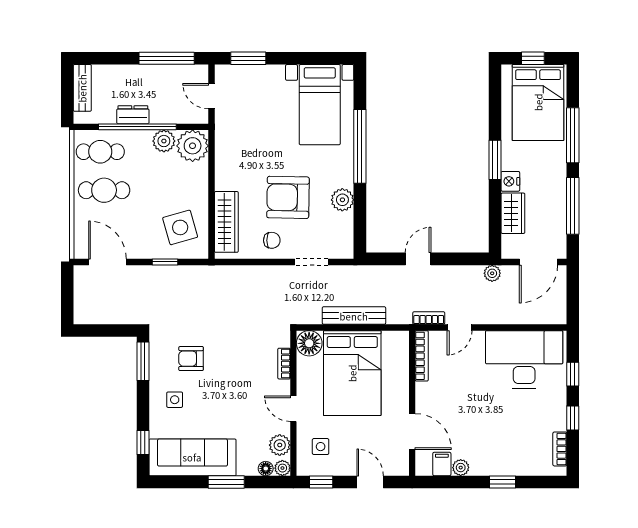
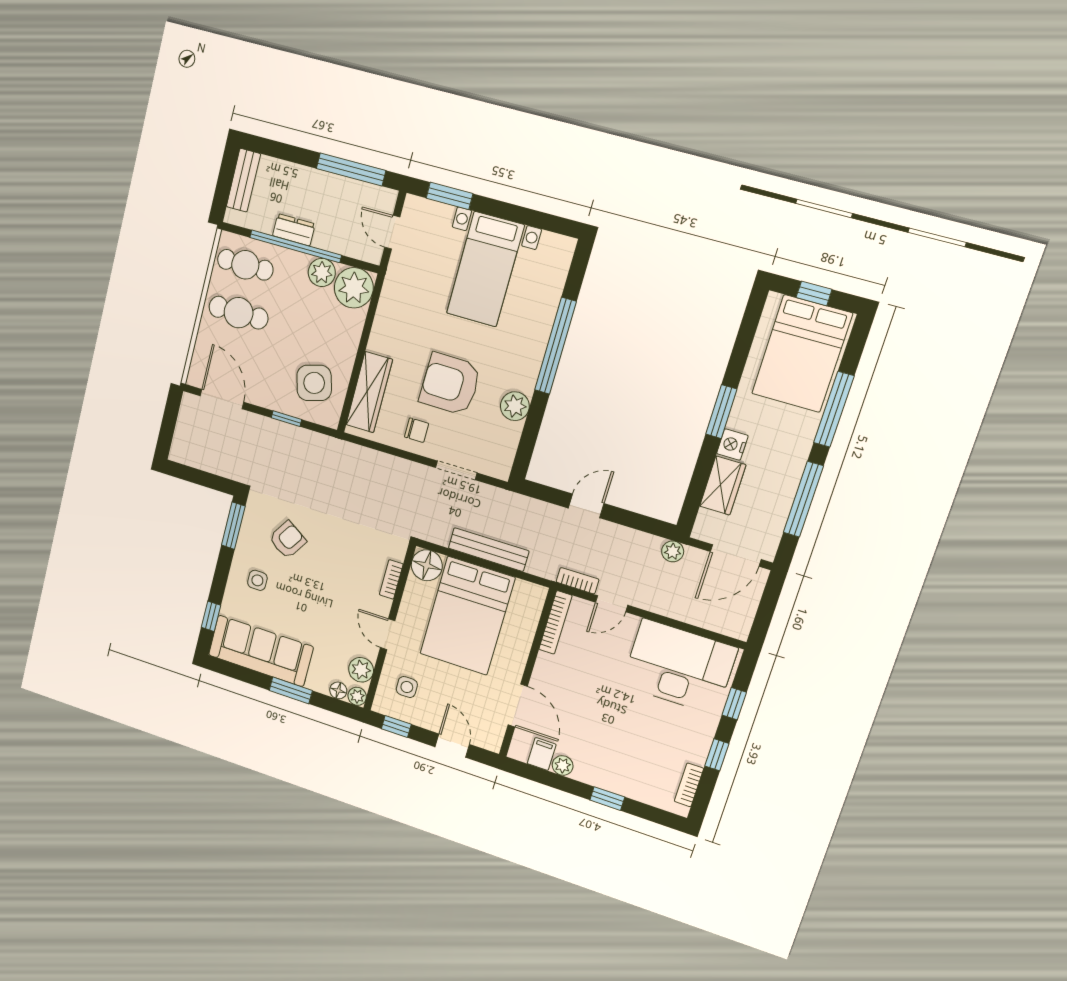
bed with nightstands: (320, 105) -> (485, 269), moved
armchair: (191, 359) -> (287, 540), turned 123

